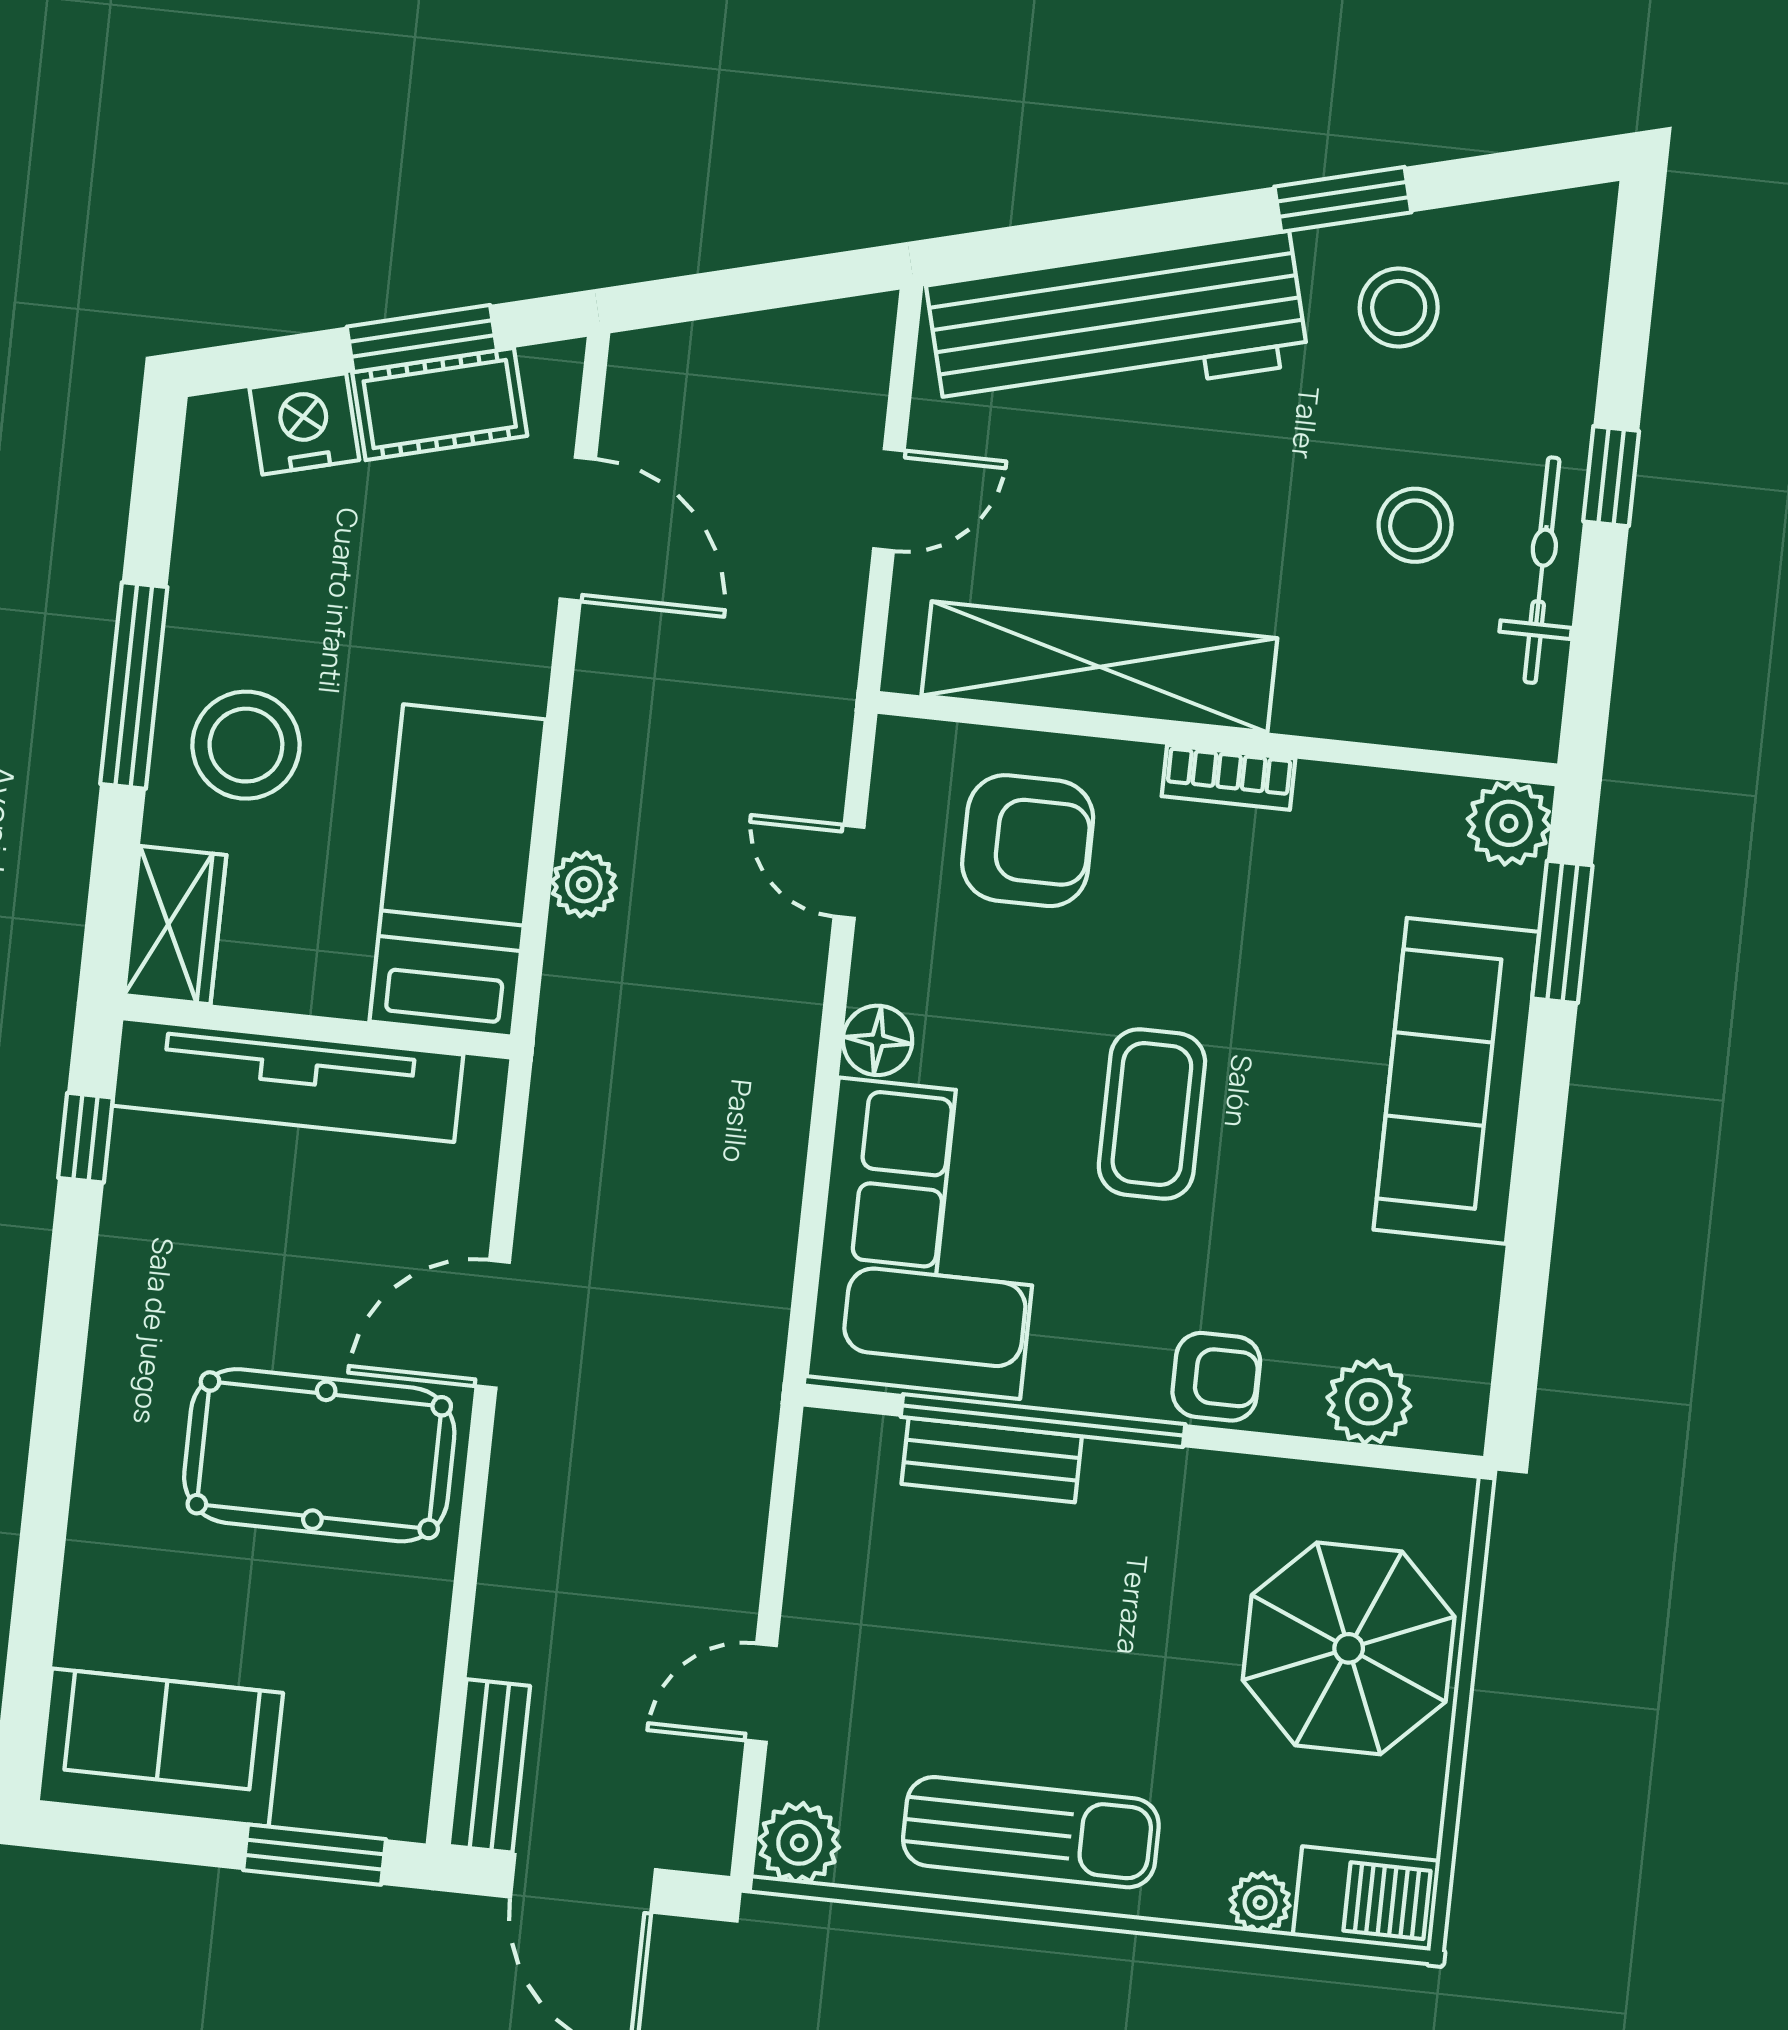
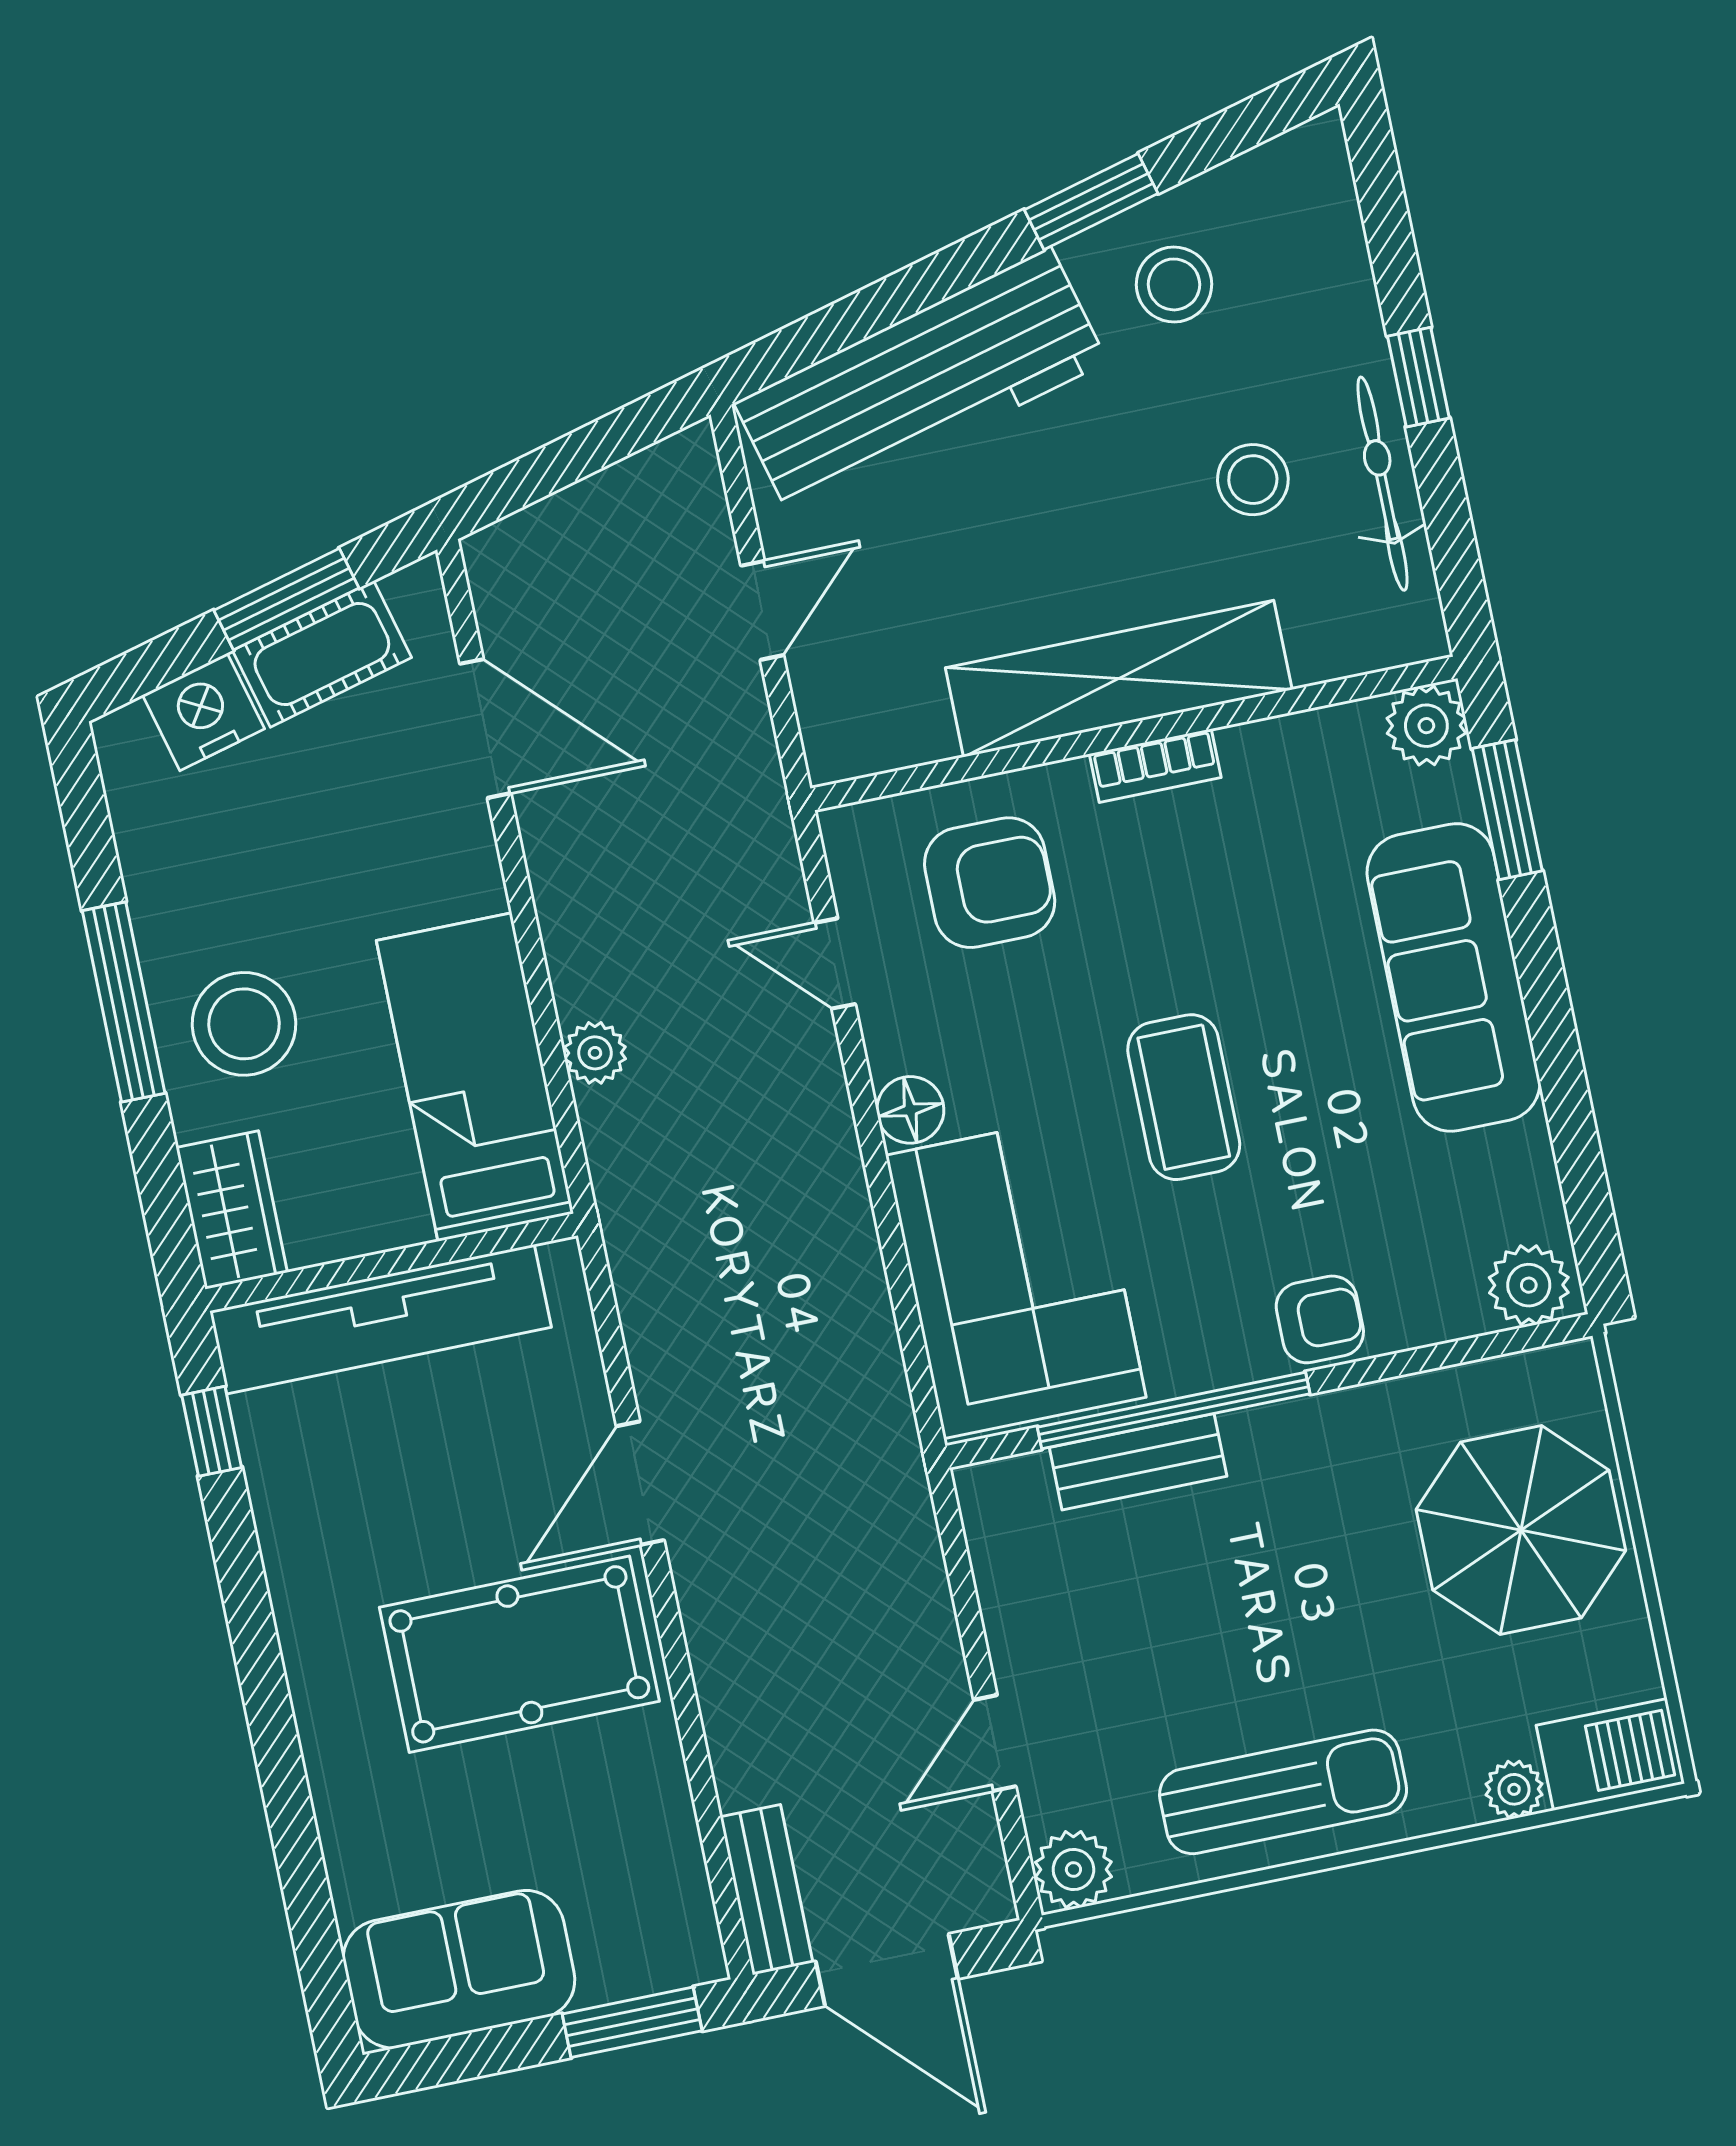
shelving: (1099, 667) -> (1119, 679), moved
plant: (1369, 1402) -> (1529, 1285), moved

